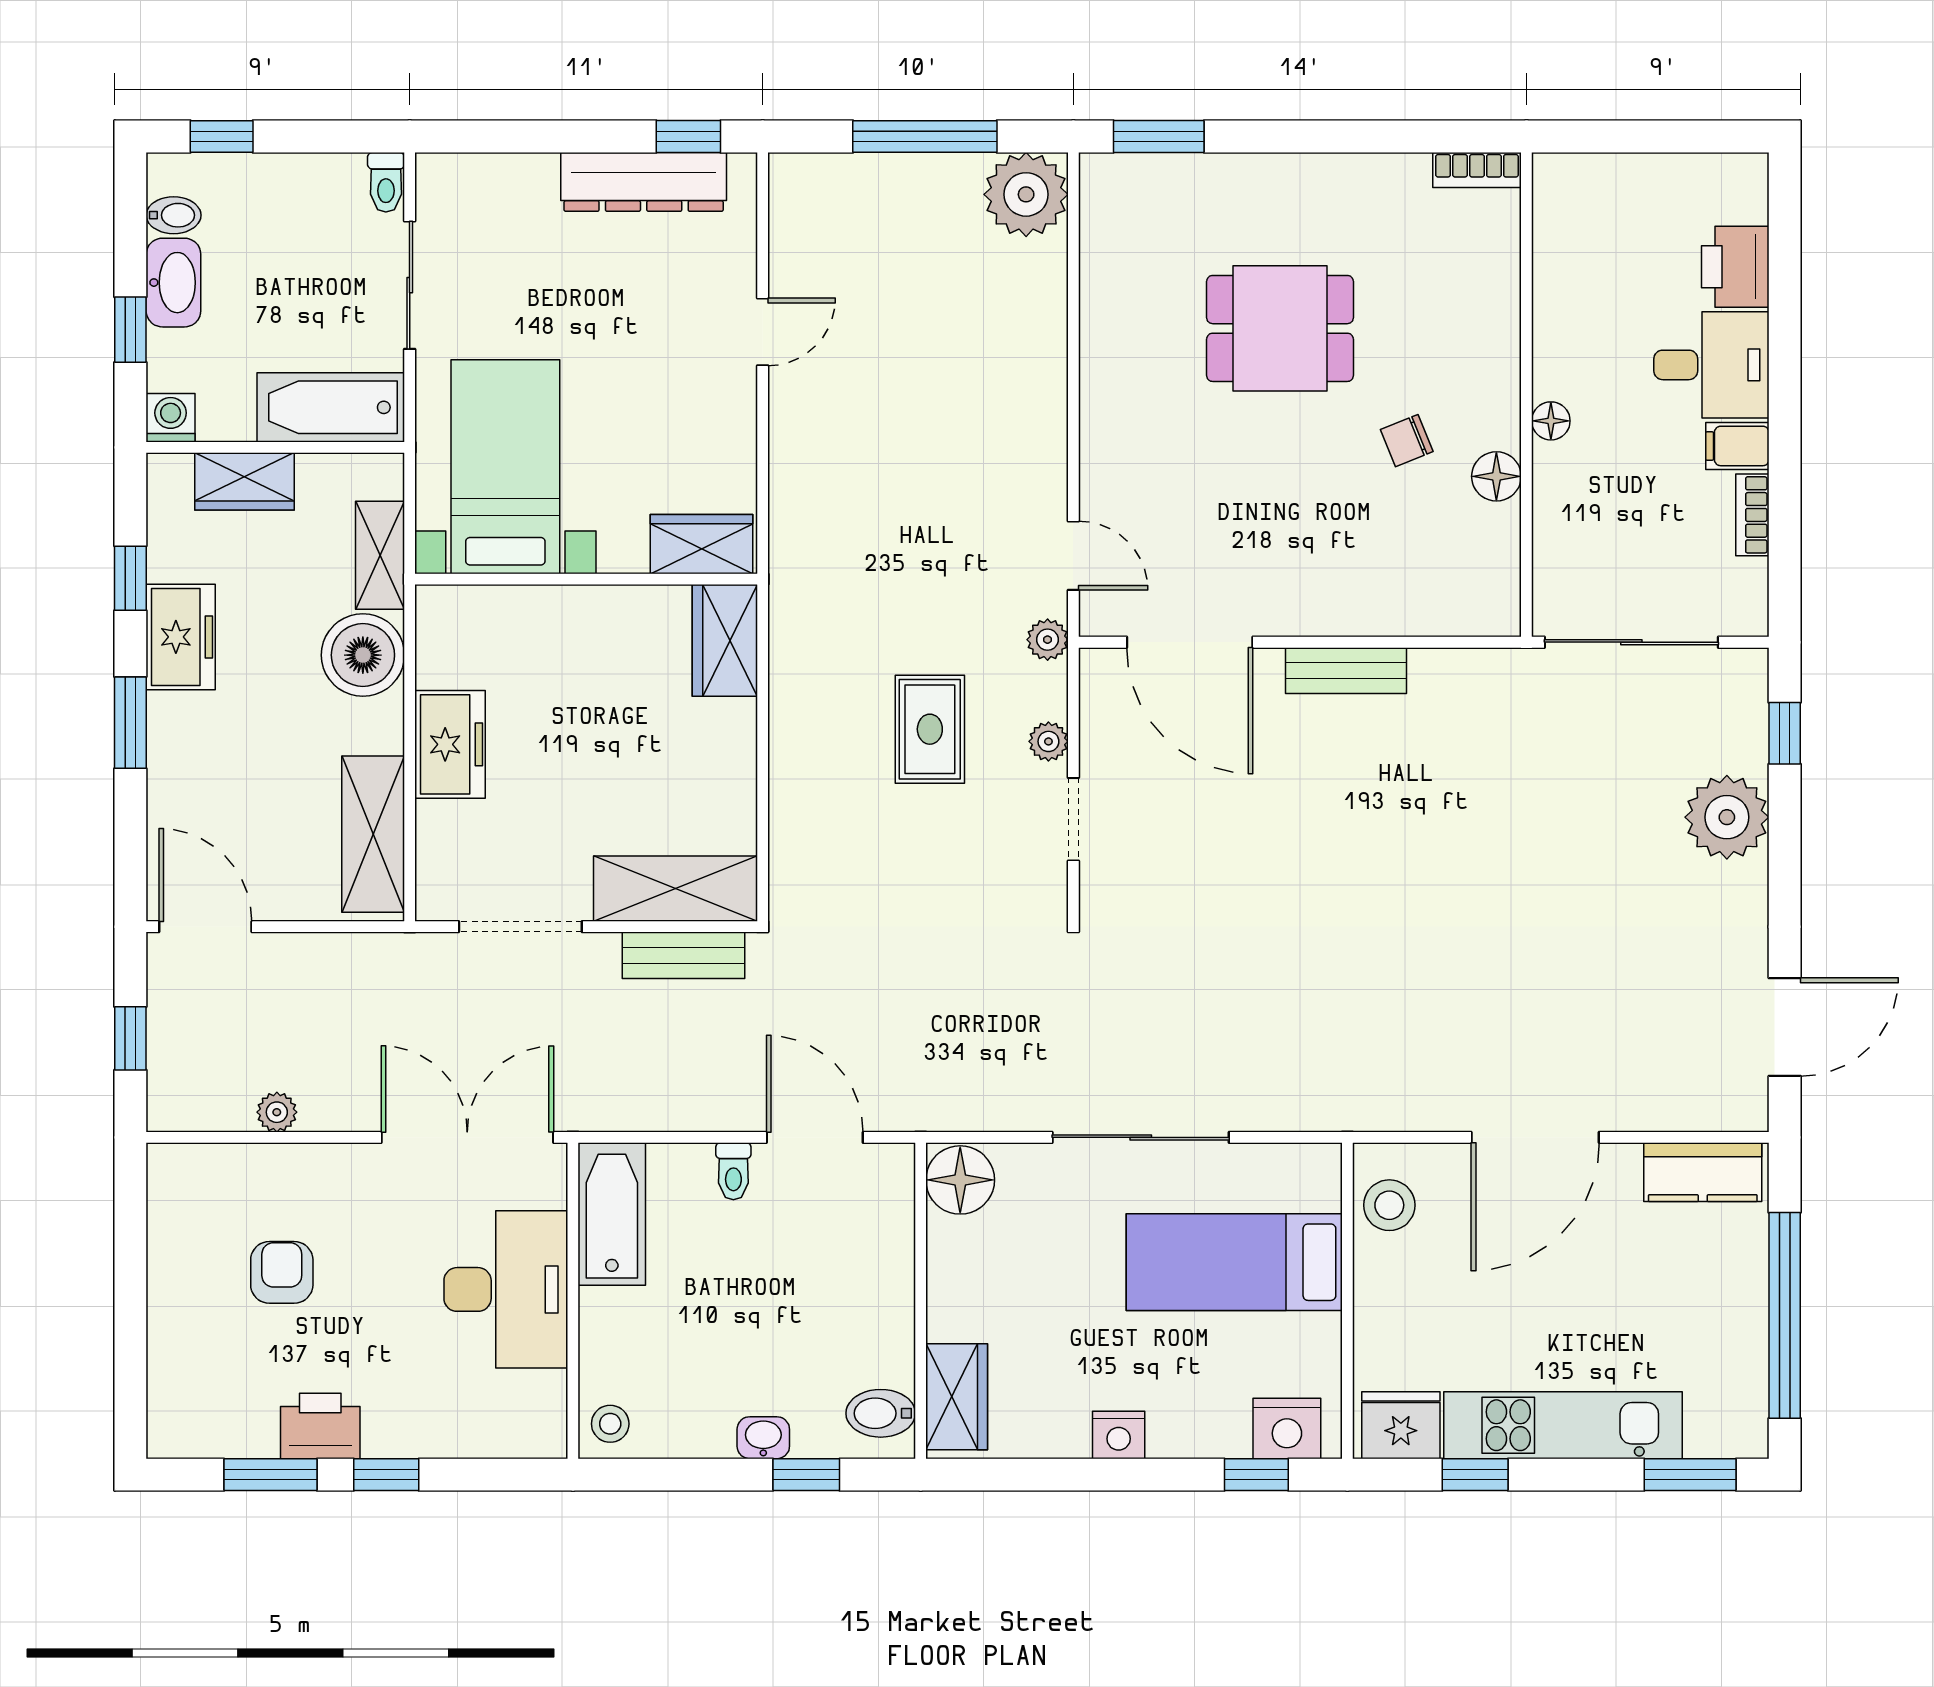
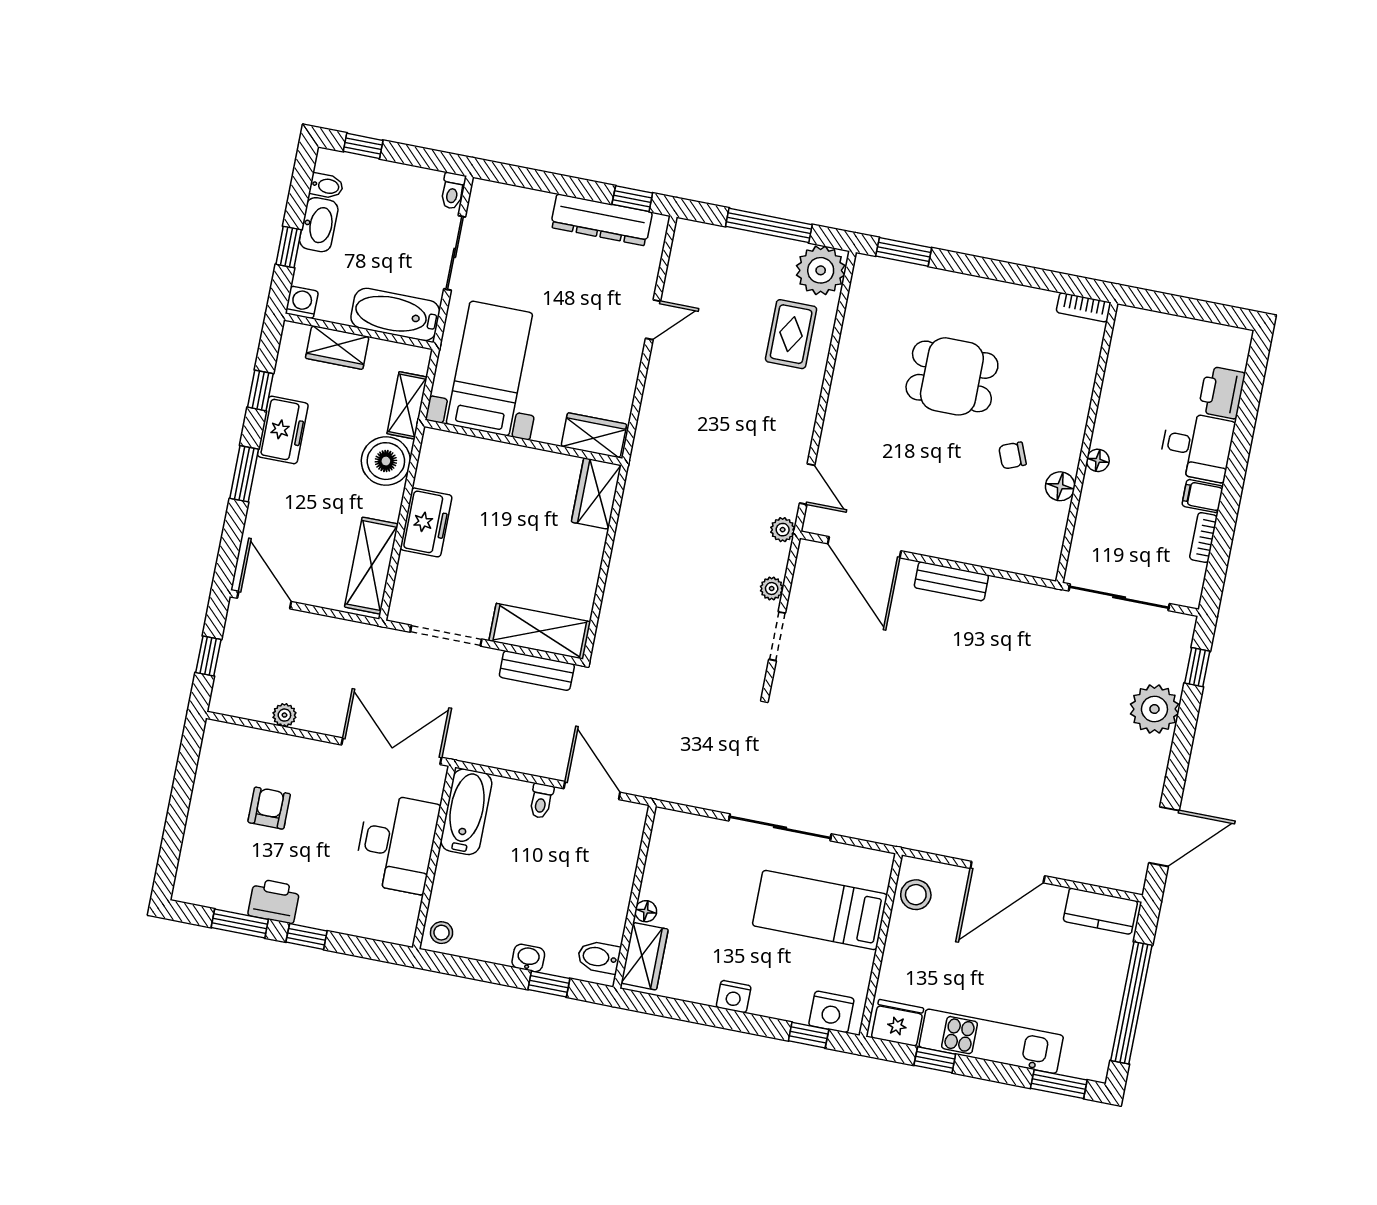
rug: (930, 729) -> (791, 334), moved
floor lamp: (960, 1180) -> (646, 911), moved, width x0.53, depth x0.53

